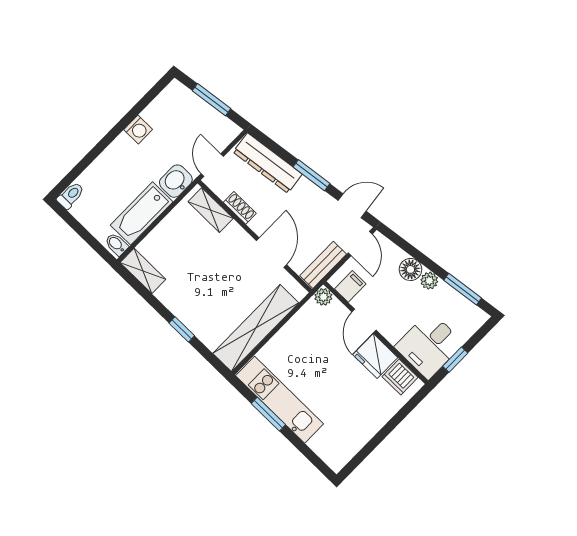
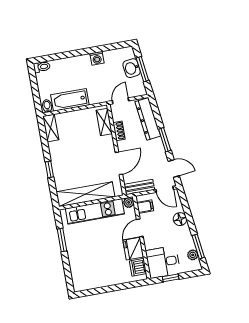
washbasin: (176, 181) -> (132, 68), moved, turned -97
door: (360, 243) -> (165, 189), hinge flipped
plant: (429, 281) -> (193, 255), moved
kitchen unit: (280, 400) -> (95, 211), moved, turned 90

